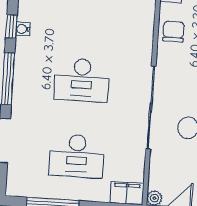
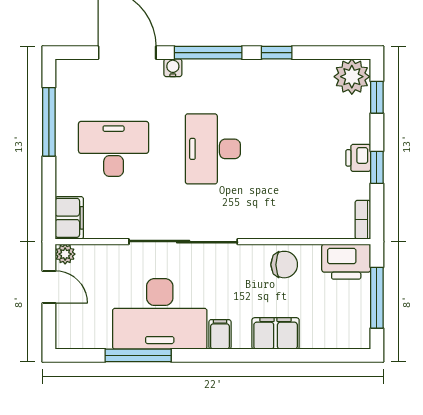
water cooler: (23, 29) -> (173, 68), moved
desk: (77, 156) -> (114, 149), turned 90

